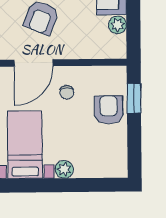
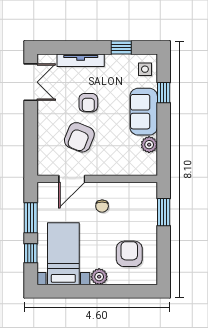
door: (33, 63) -> (72, 179), width x0.73
armchair: (109, 110) -> (129, 254), moved

